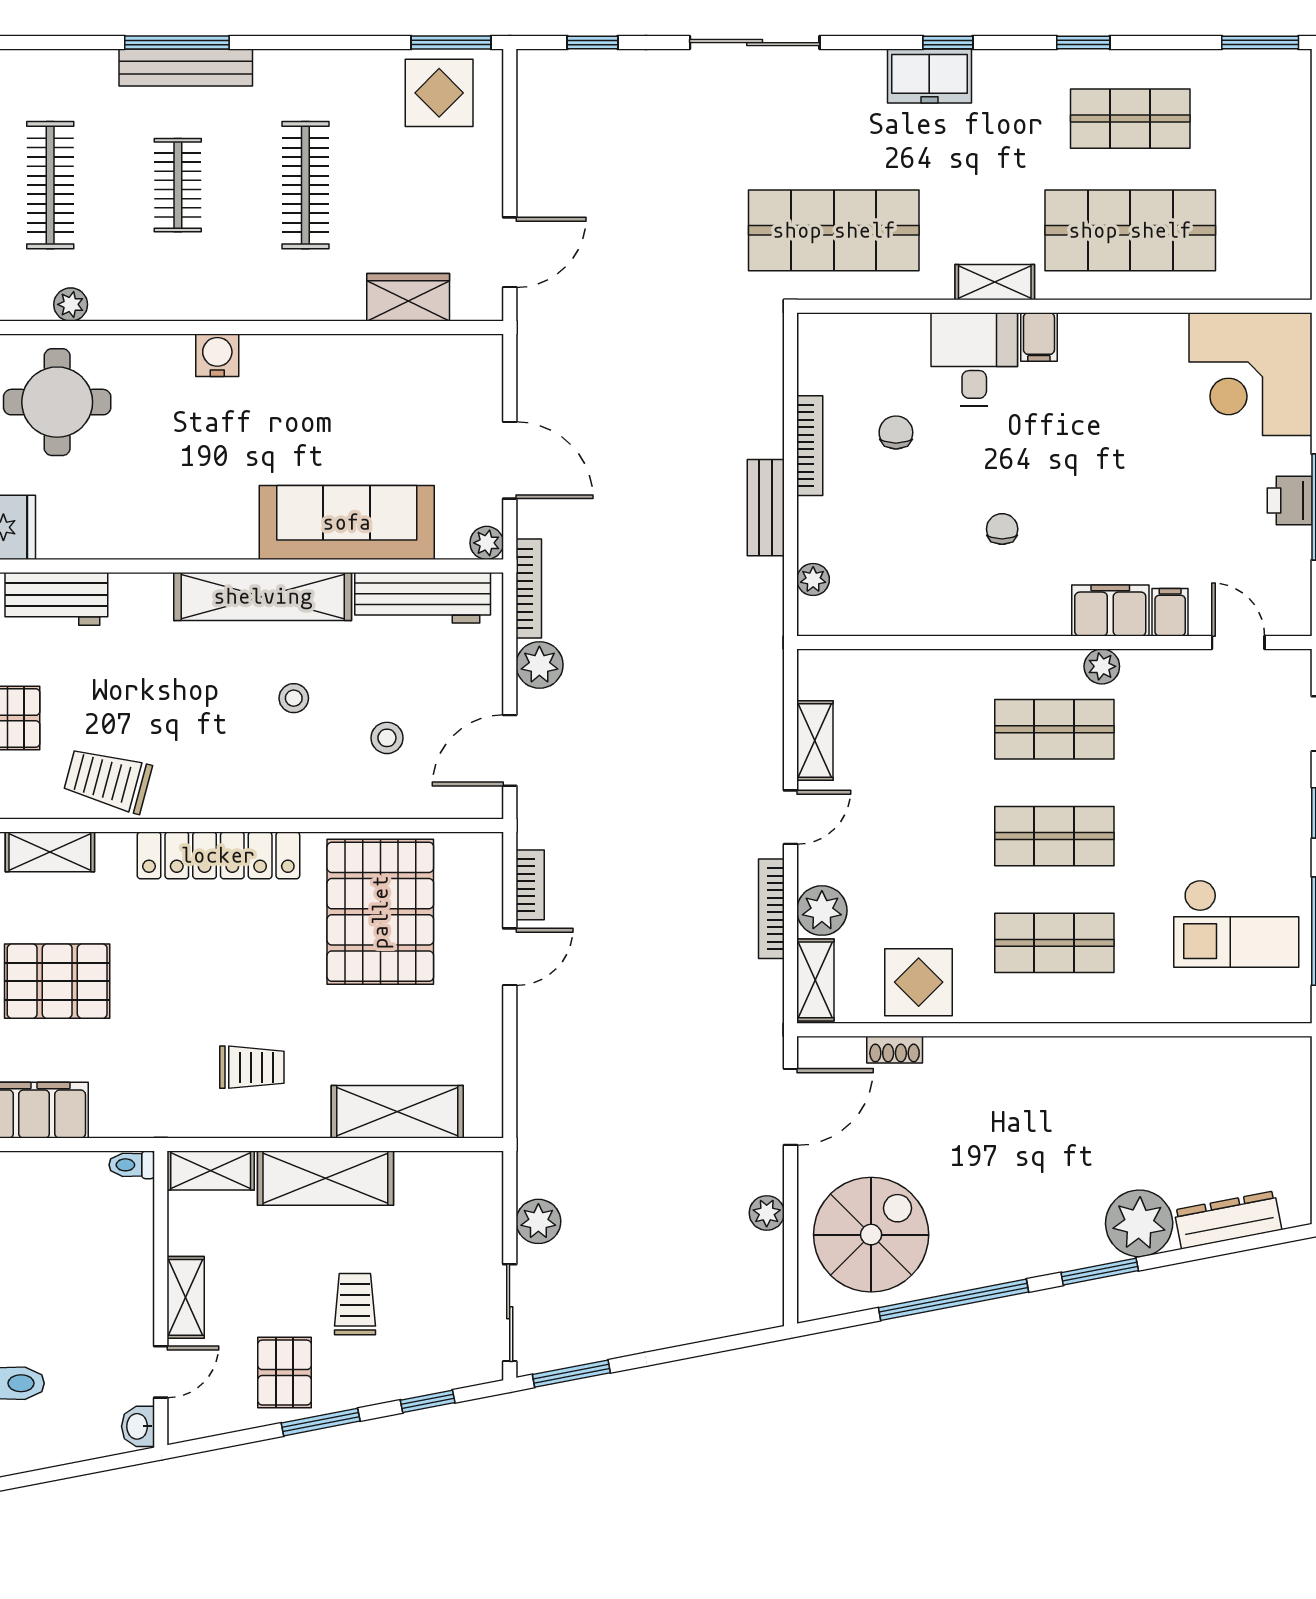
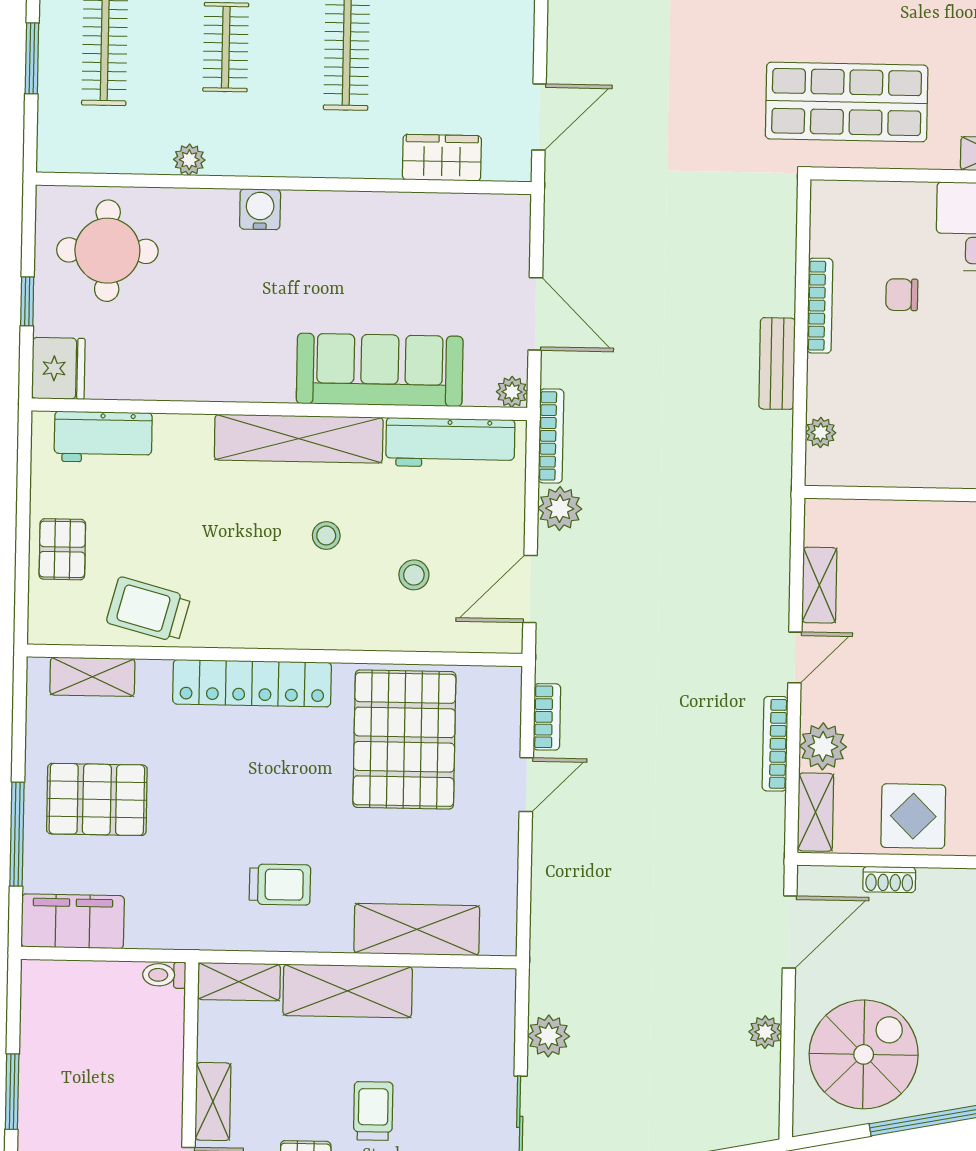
plant: (71, 304) -> (189, 160), moved
chair: (896, 432) -> (902, 295), turned -90

